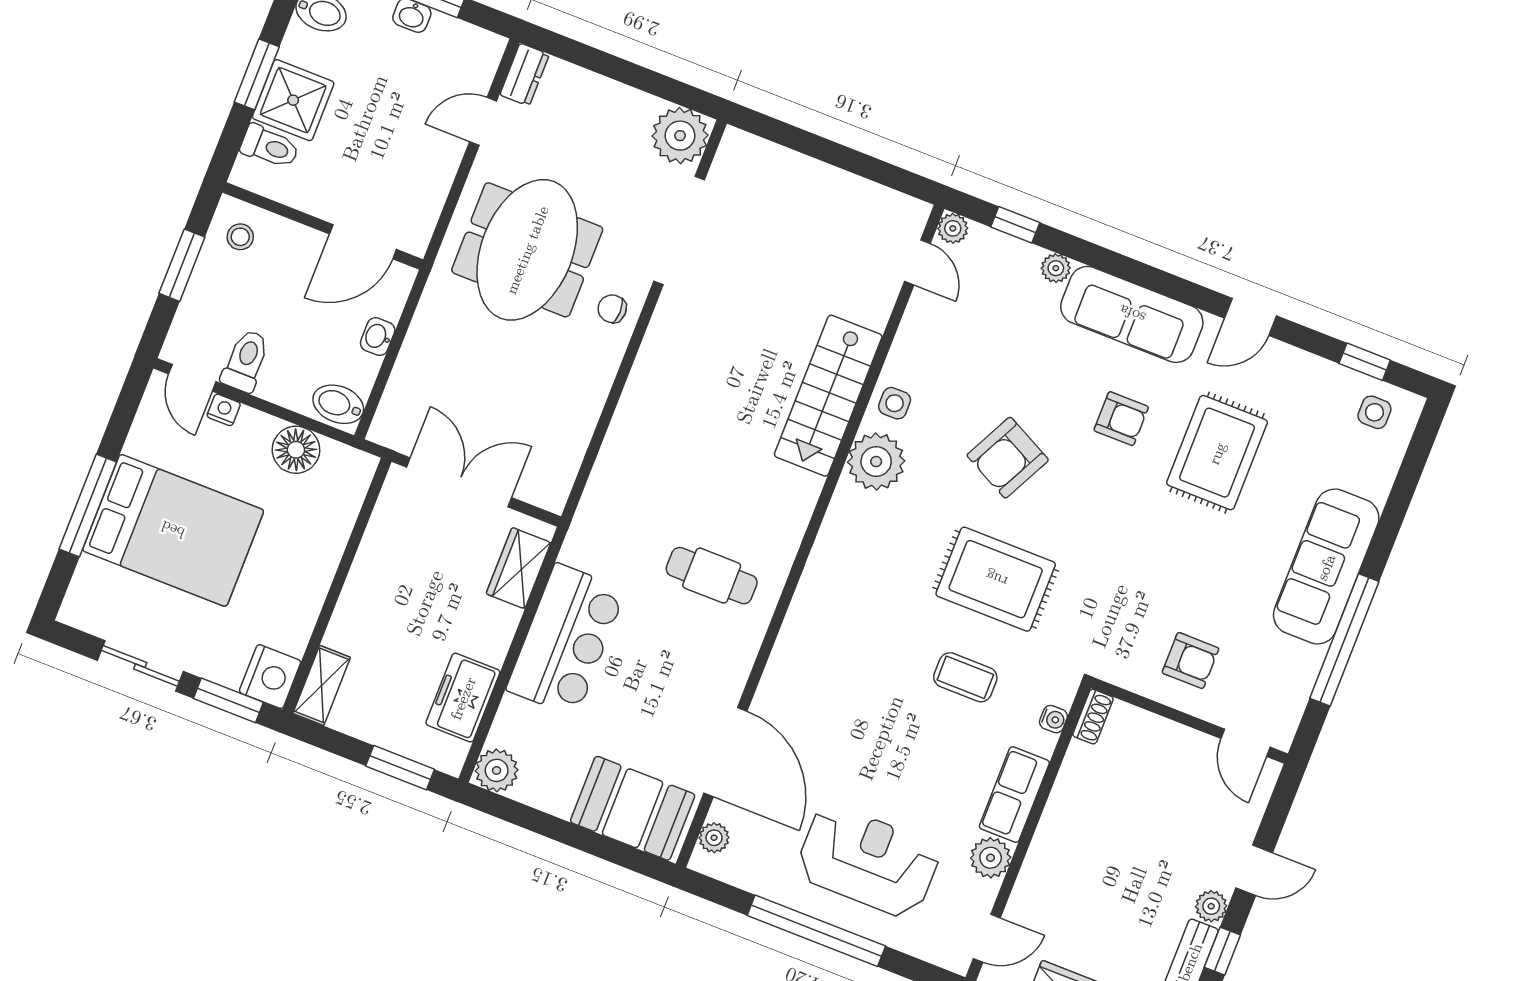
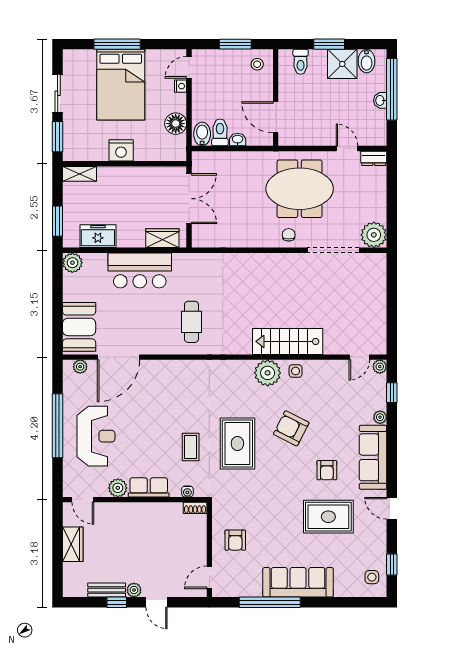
shower: (293, 100) -> (342, 64), moved
toilet: (246, 361) -> (220, 132), moved, turned -90
nightstand: (270, 677) -> (121, 150), moved

